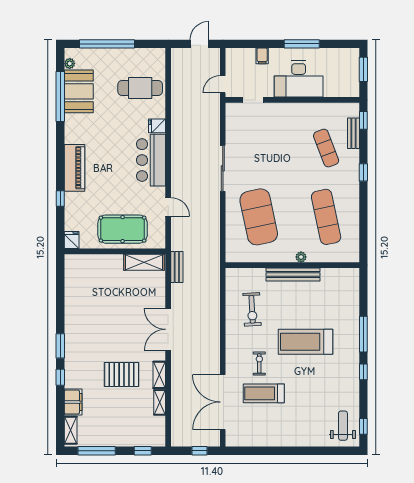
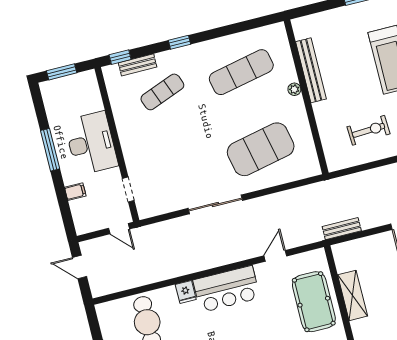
shelving: (144, 262) -> (353, 295), moved
bench: (293, 274) -> (311, 70), moved

